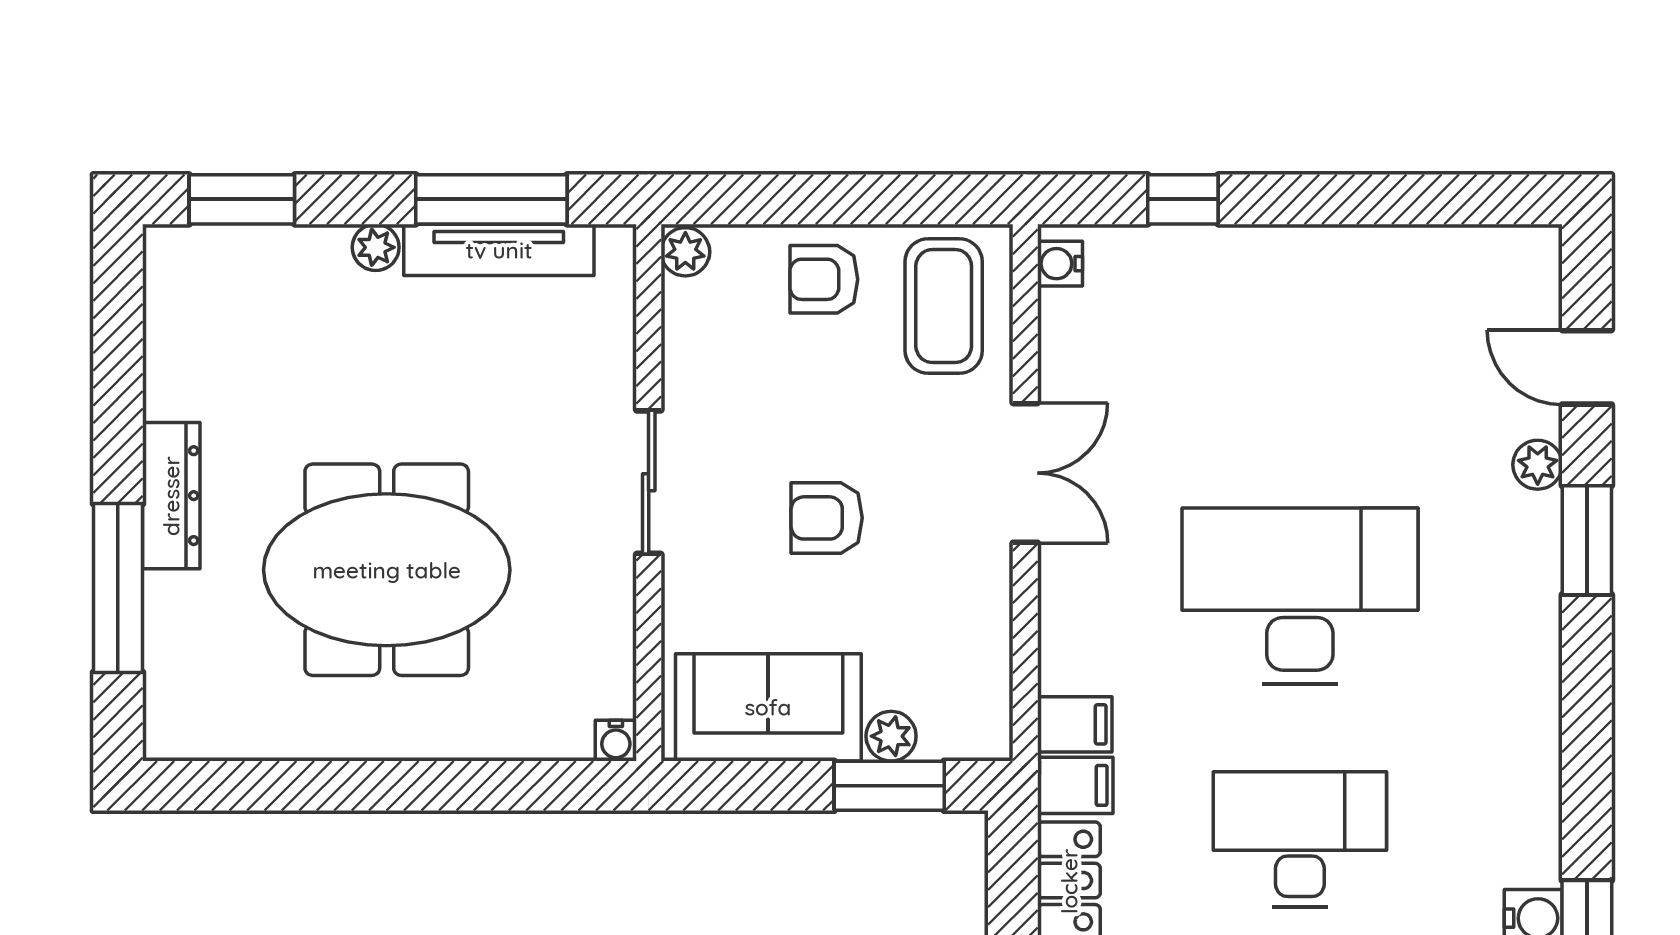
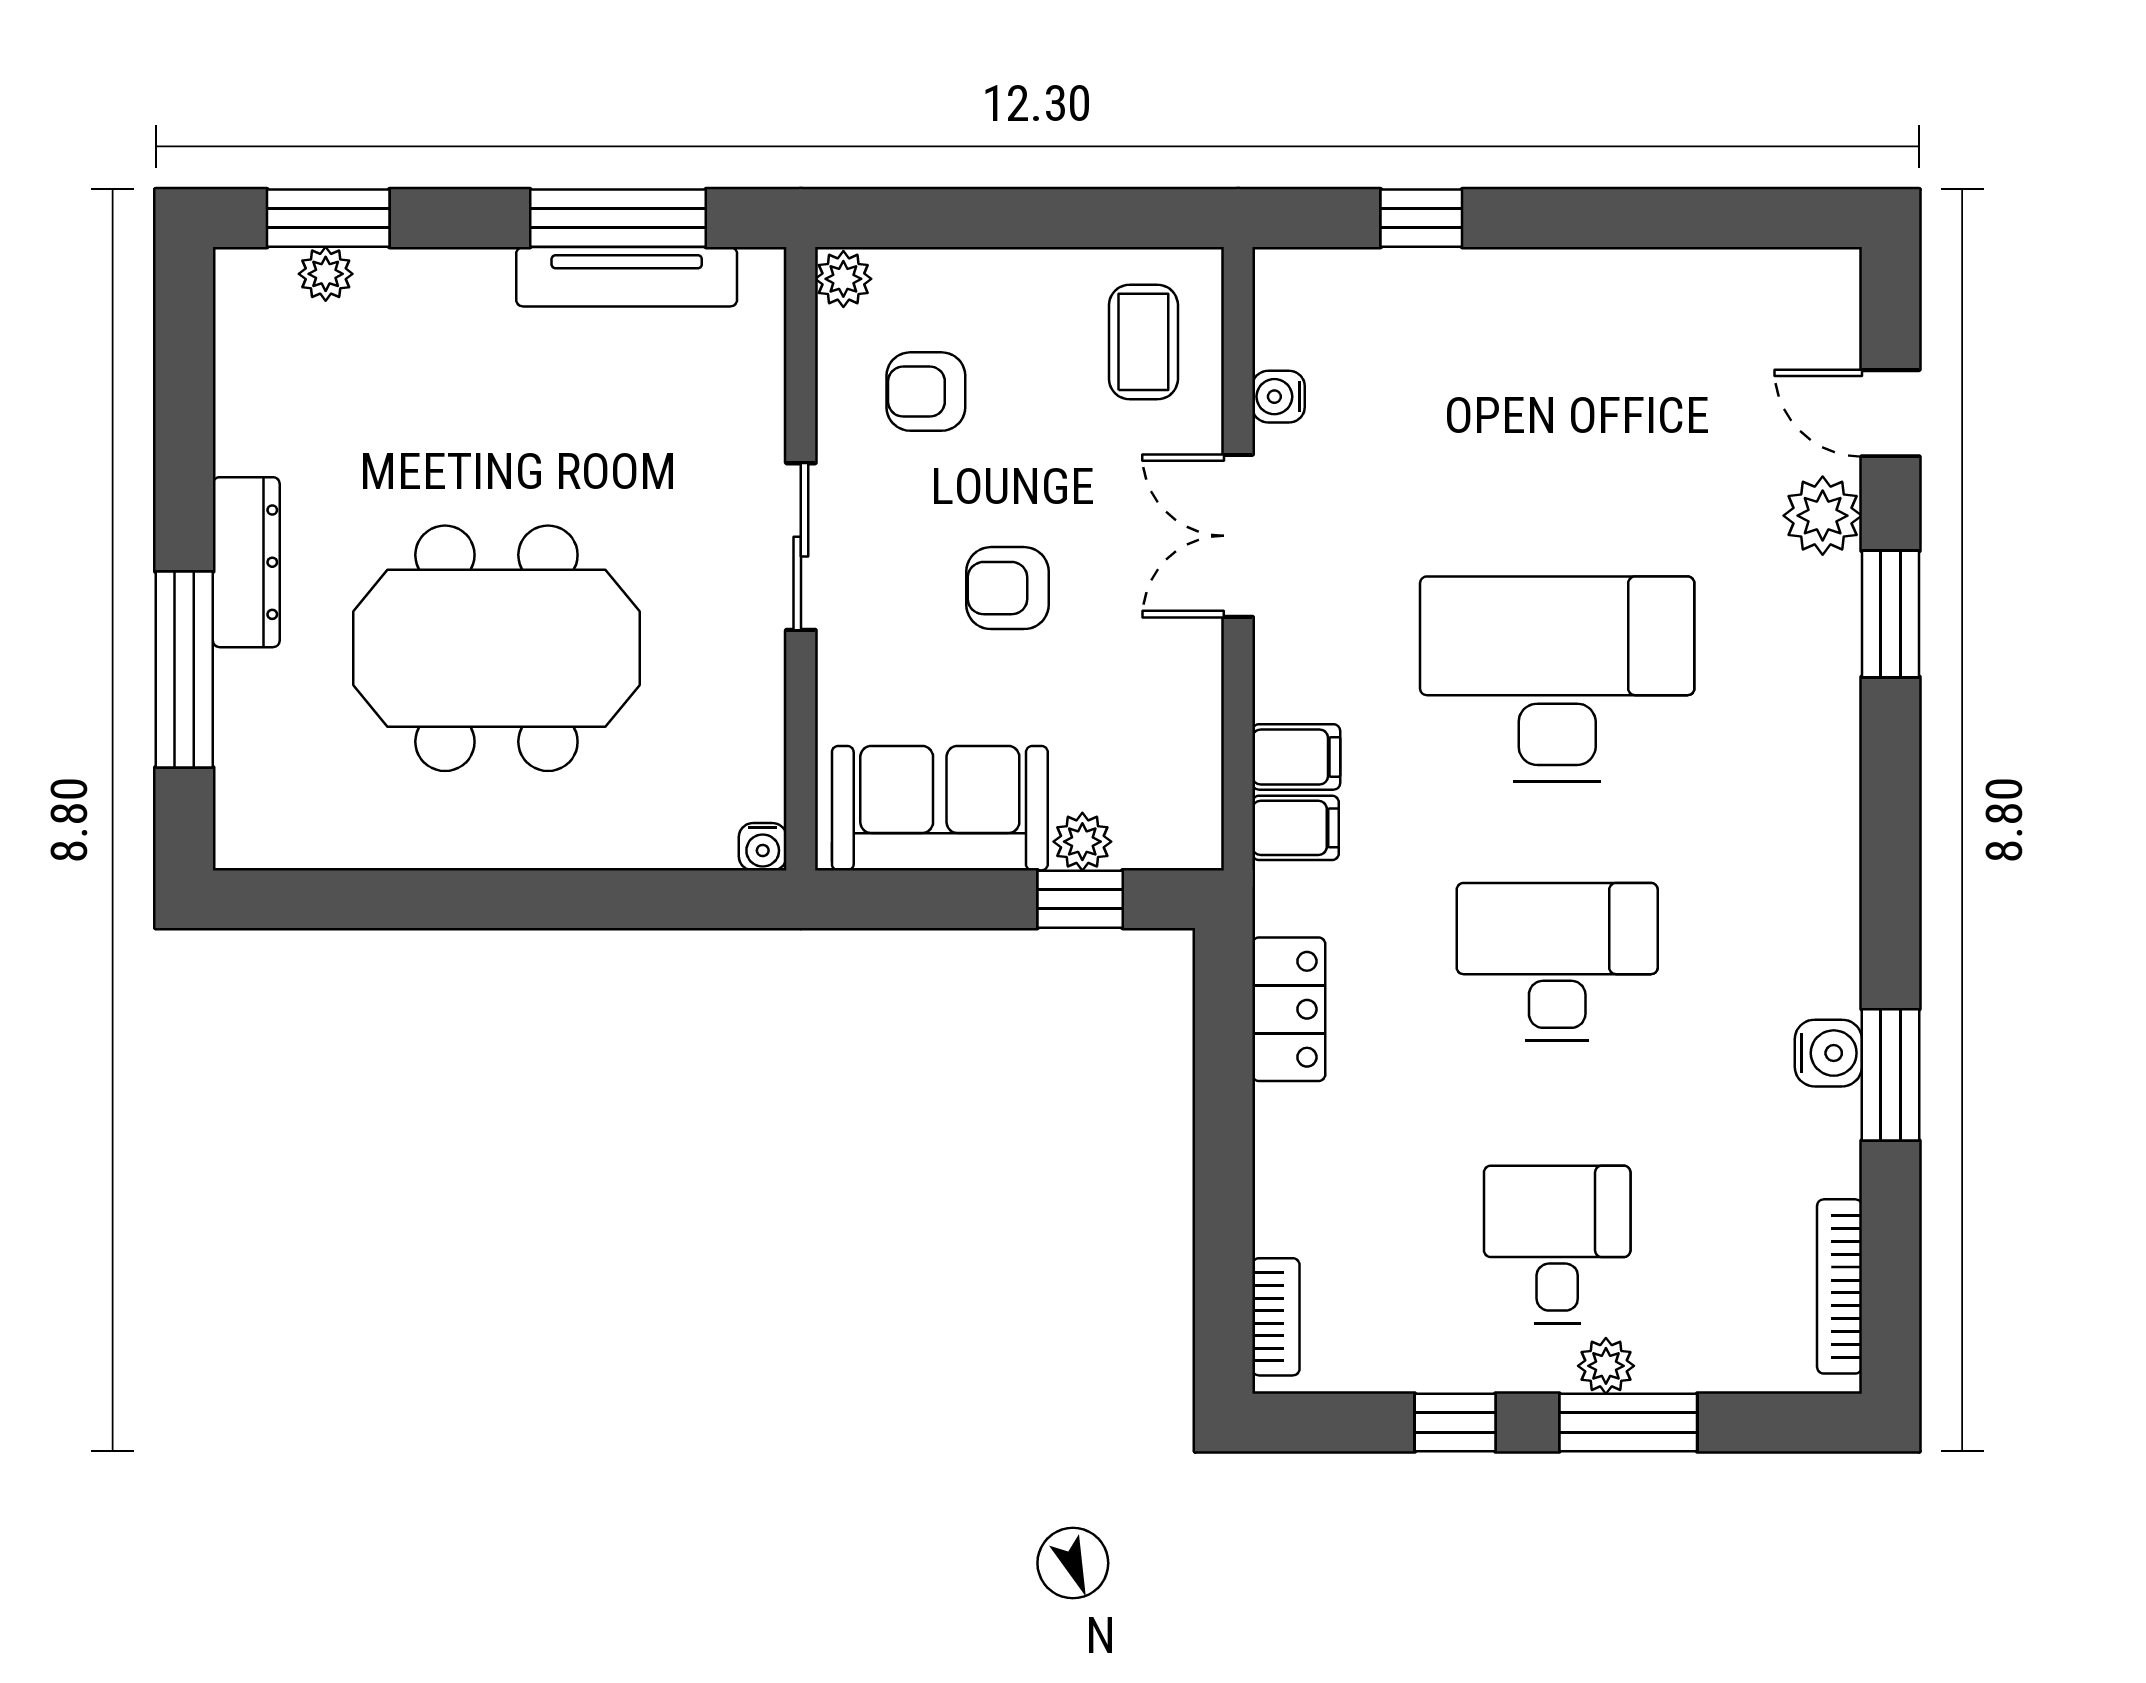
plant: (376, 247) -> (326, 274), moved
water cooler: (1060, 264) -> (1279, 397), moved
armchair: (824, 279) -> (926, 392), moved
coffee table: (944, 306) -> (1143, 342), width x0.73, depth x0.77
plant: (1538, 465) -> (1823, 516), width x1.38, depth x1.38
double door: (1025, 473) -> (1238, 536), swing flipped
filing cabinet: (1075, 785) -> (1296, 757), moved
window: (889, 786) -> (1080, 899), width x0.67

